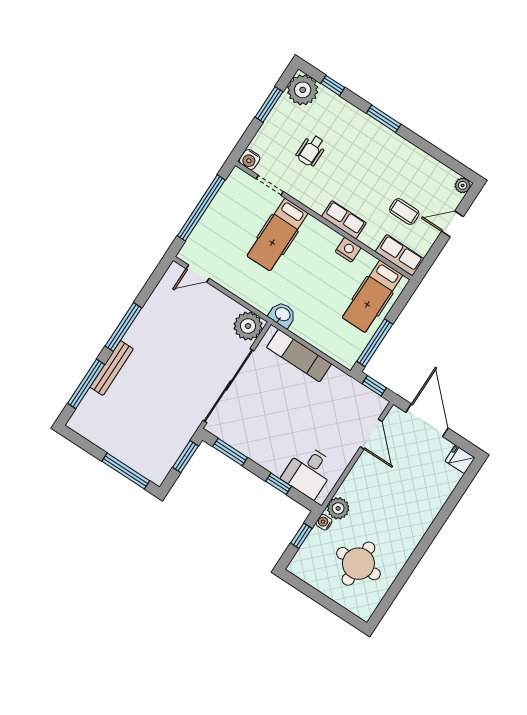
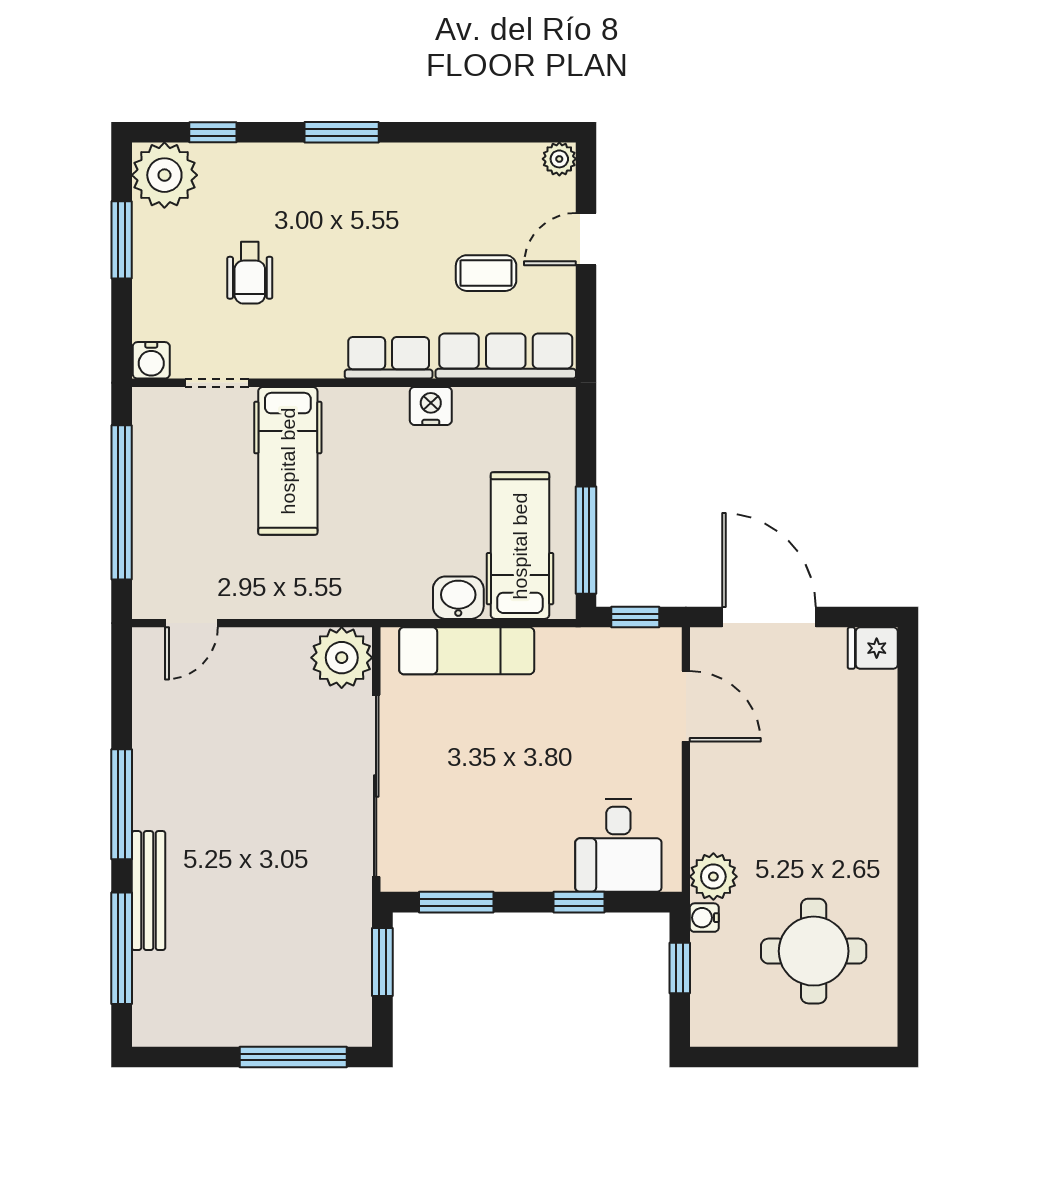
row of seats: (400, 255) -> (506, 356), width x1.48
hospital bed: (372, 296) -> (520, 546), moved, turned 180
washbasin: (282, 315) -> (458, 598), moved

